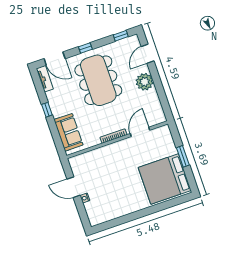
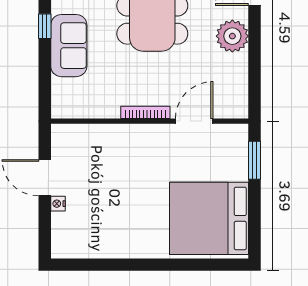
sofa: (68, 132) -> (69, 46), moved
window: (183, 156) -> (255, 160), moved

